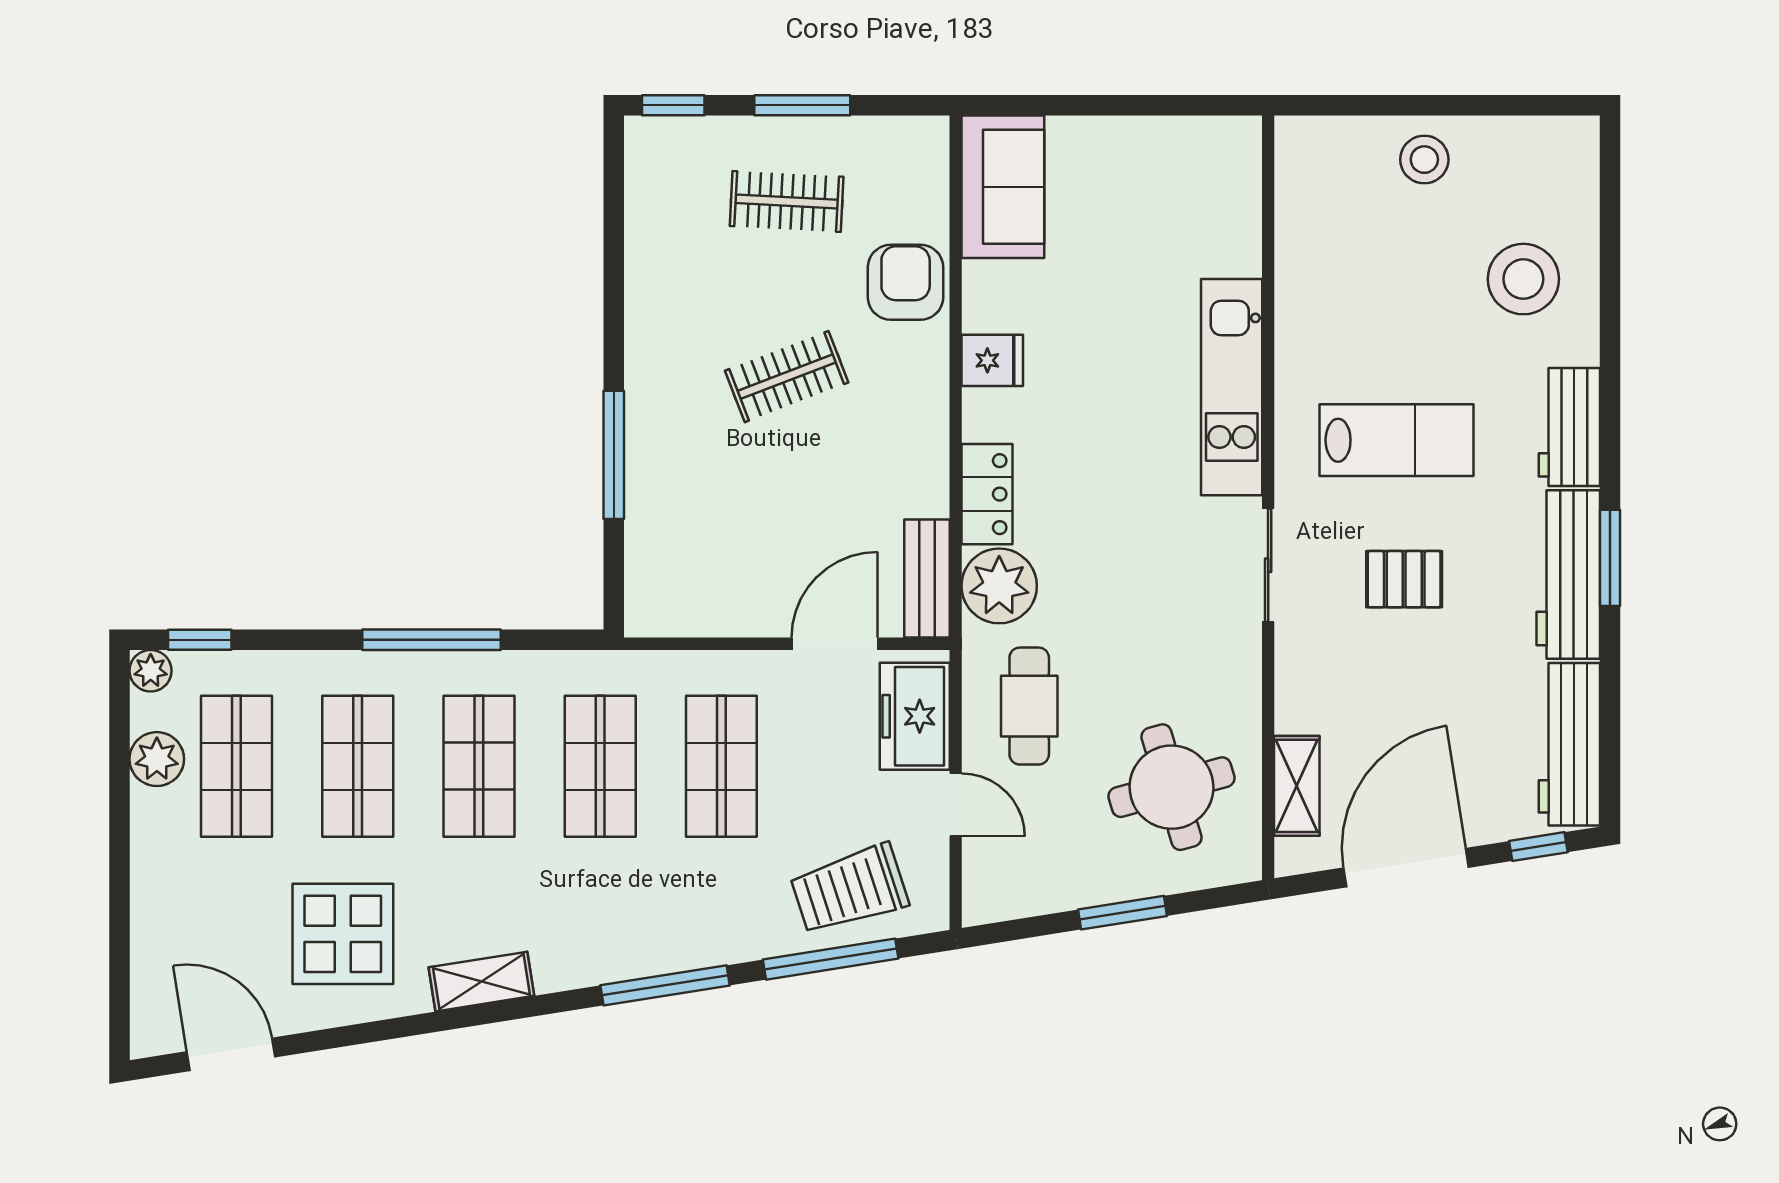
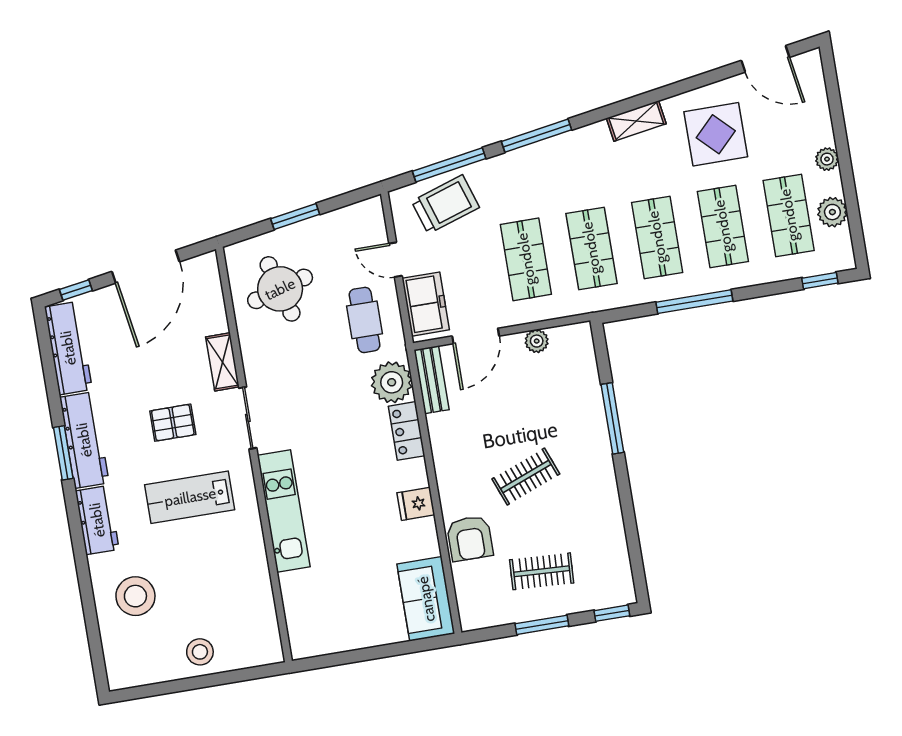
plant: (726, 616) -> (537, 341), added
plant: (151, 671) -> (827, 159), moved
shelving: (1297, 786) -> (222, 362), moved

